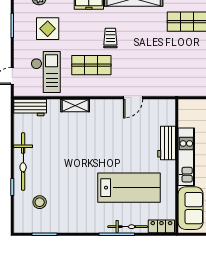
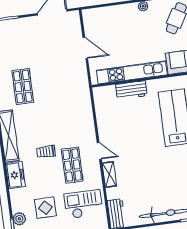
door: (133, 98) -> (99, 151), moved
kitchen unit: (186, 157) -> (132, 72), width x1.36

